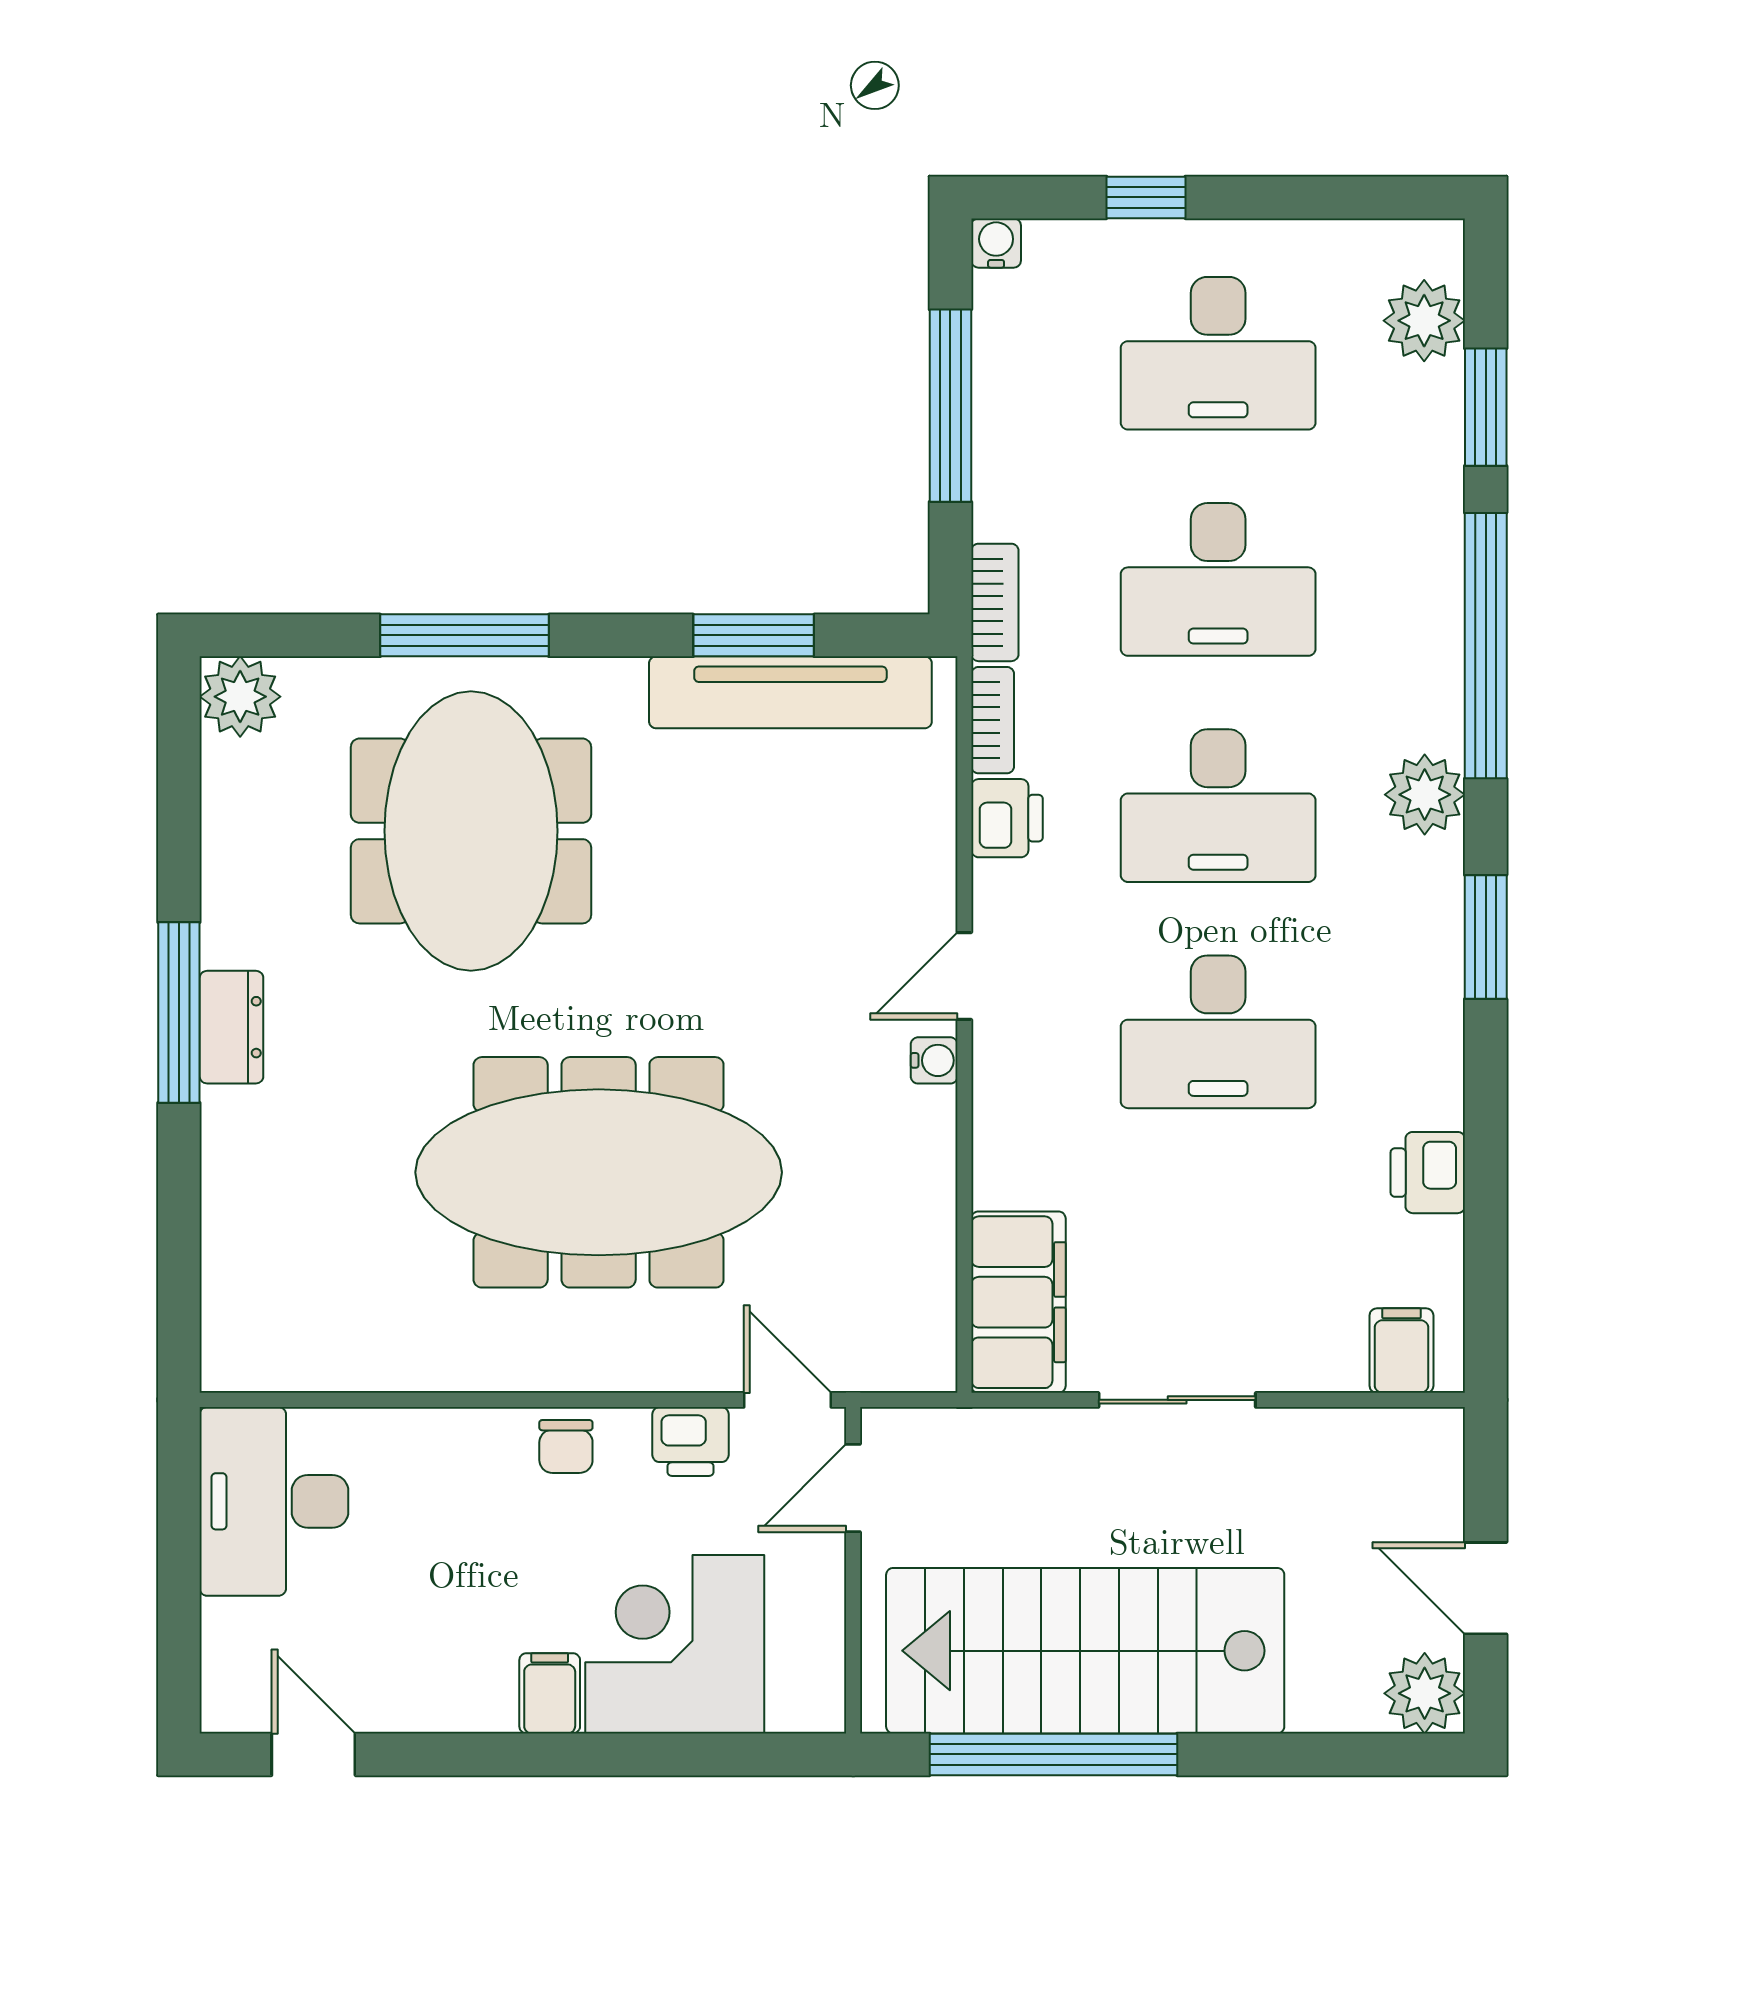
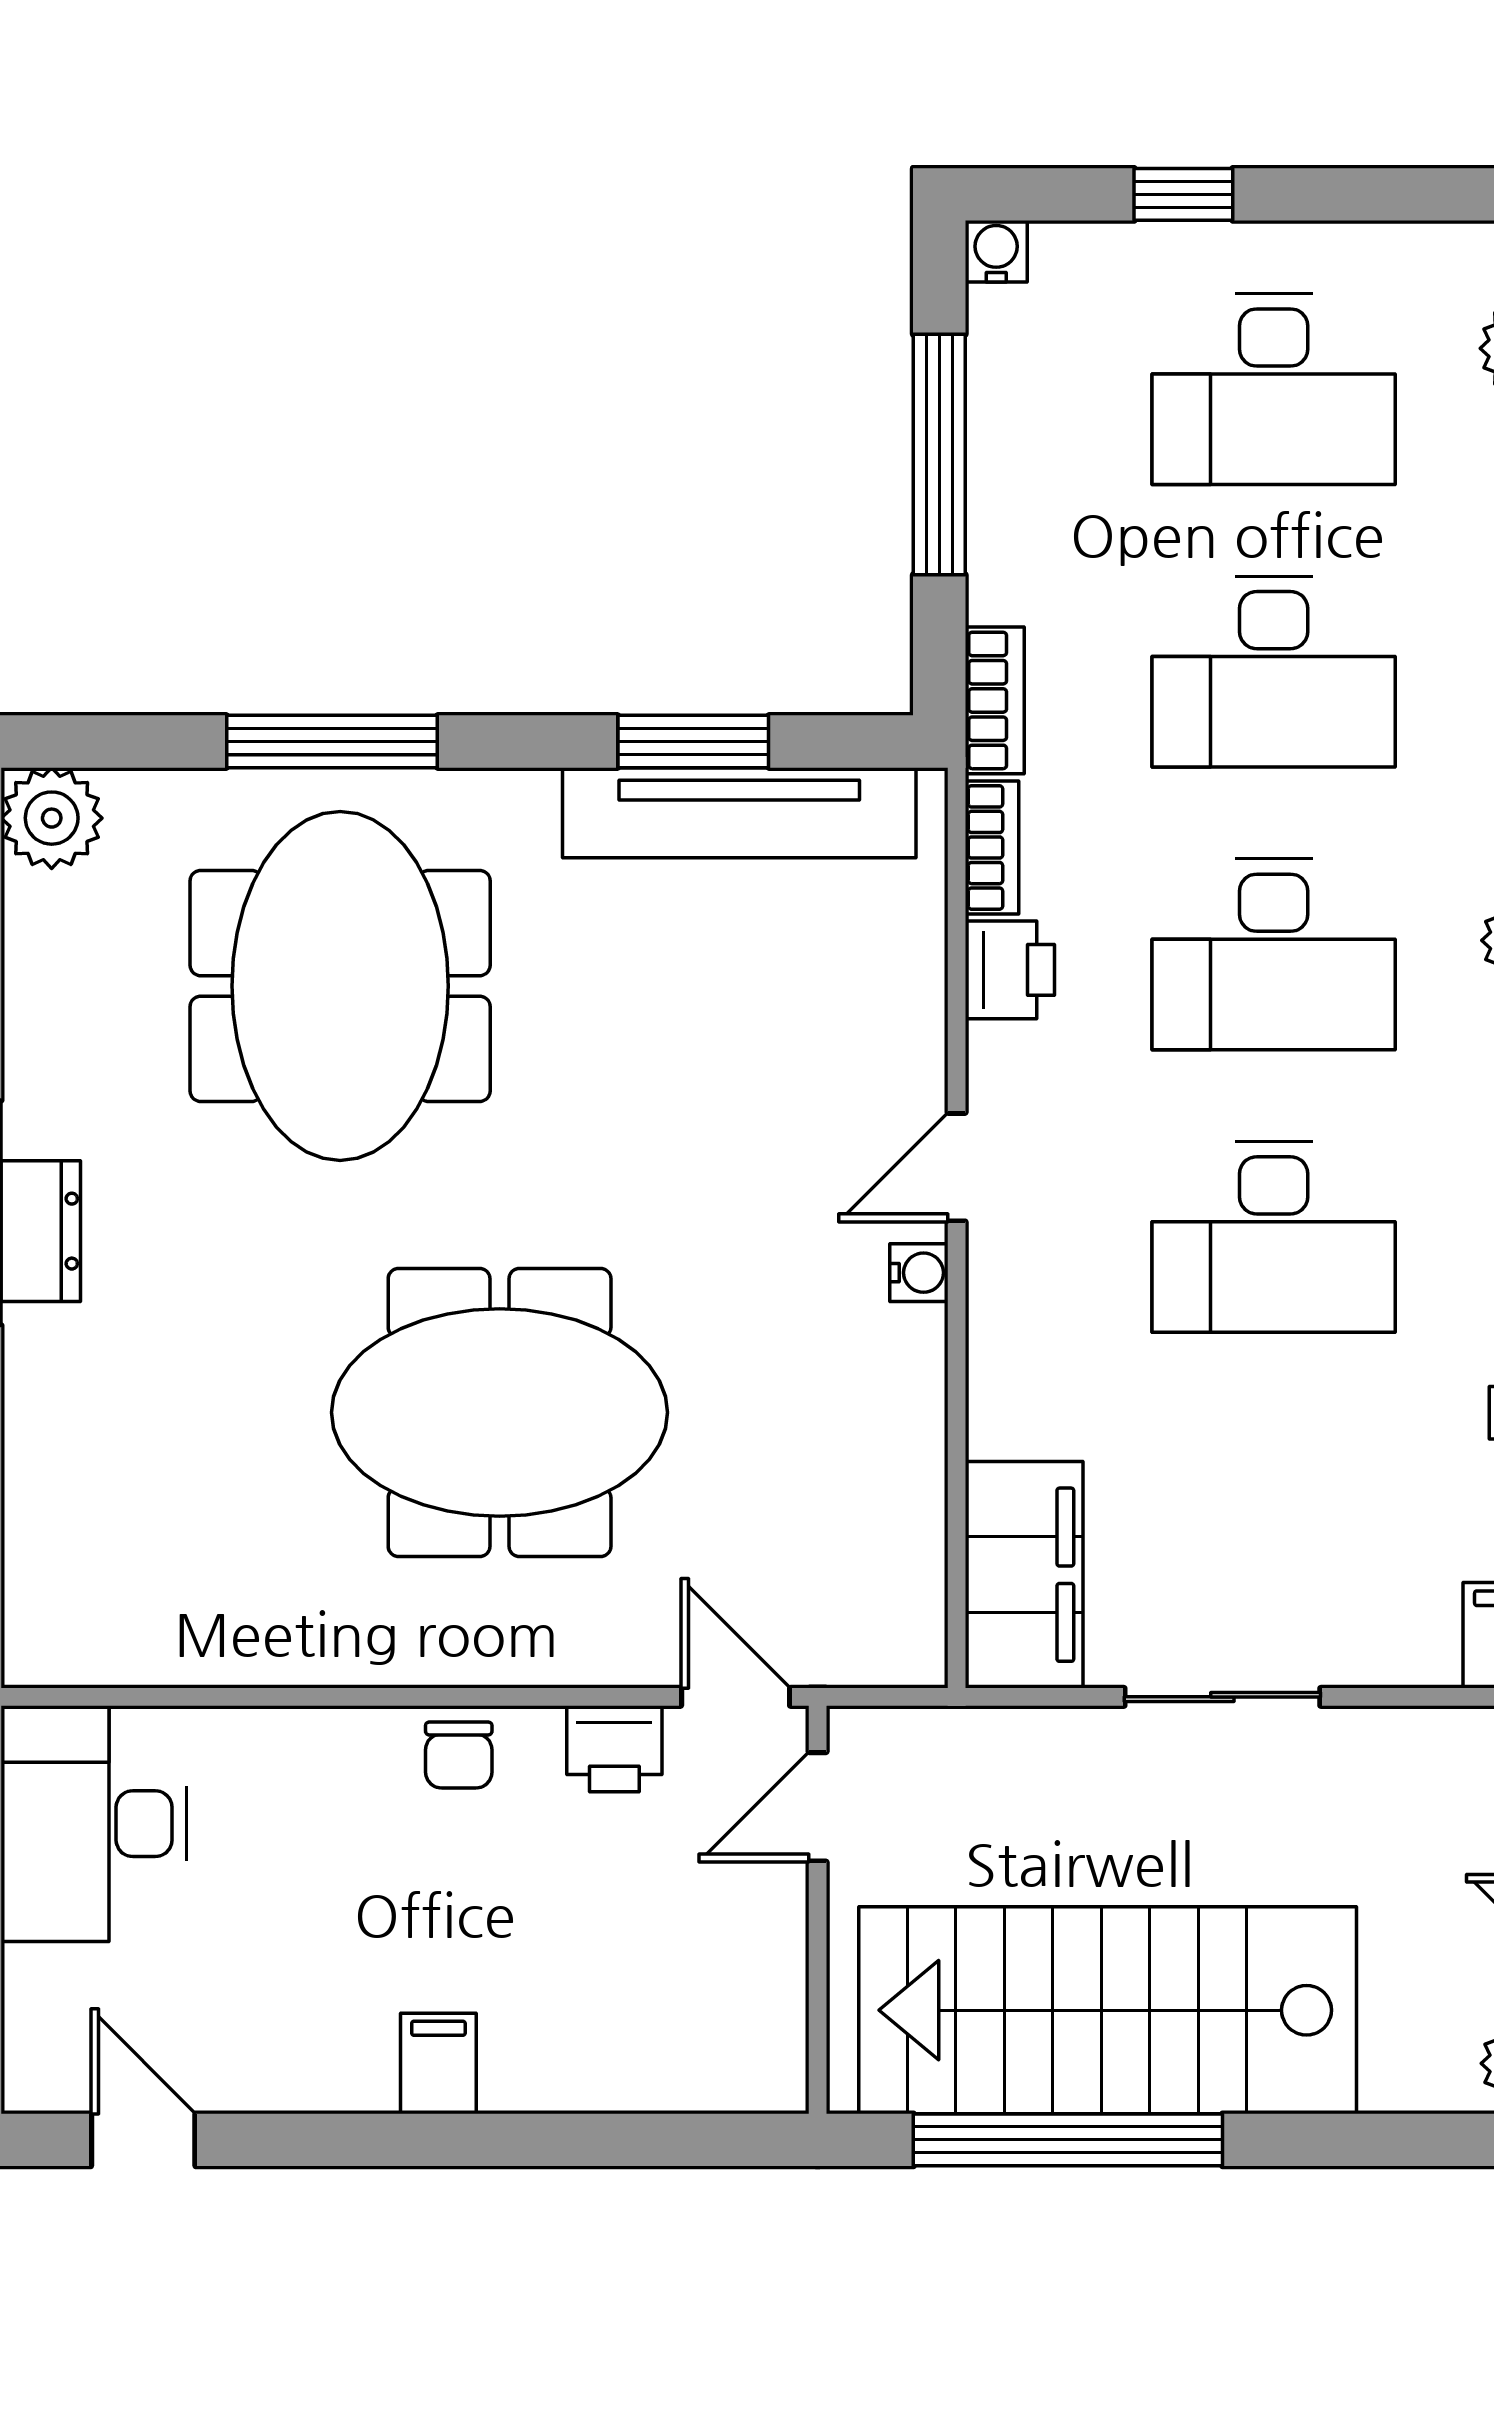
meeting table: (599, 1172) -> (500, 1412), width x0.73
corner desk: (675, 1644) -> (595, 2002), removed

